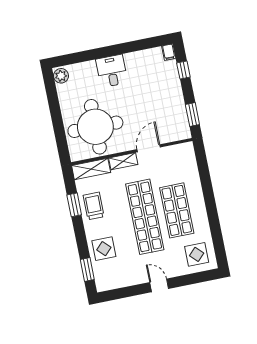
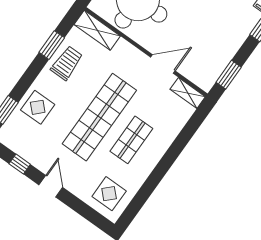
shelving: (123, 161) -> (188, 93), moved
shop shelf: (177, 210) -> (131, 140), width x0.70, depth x0.74
window: (128, 292) -> (20, 164), added

